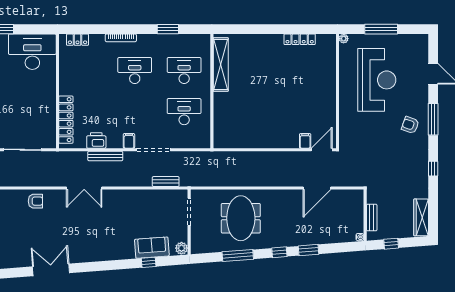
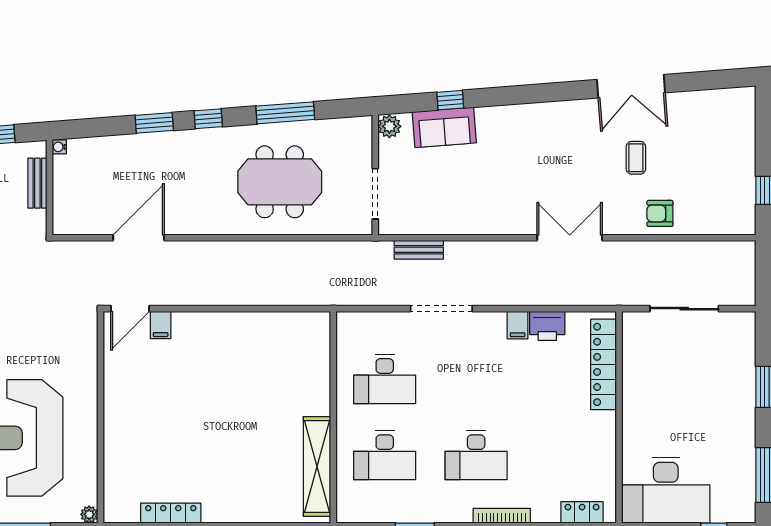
filing cabinet: (129, 141) -> (518, 325), moved
bench: (105, 156) -> (531, 297), removed
meeting table: (241, 218) -> (280, 182), turned 90
coffee table: (48, 231) -> (636, 158), added

